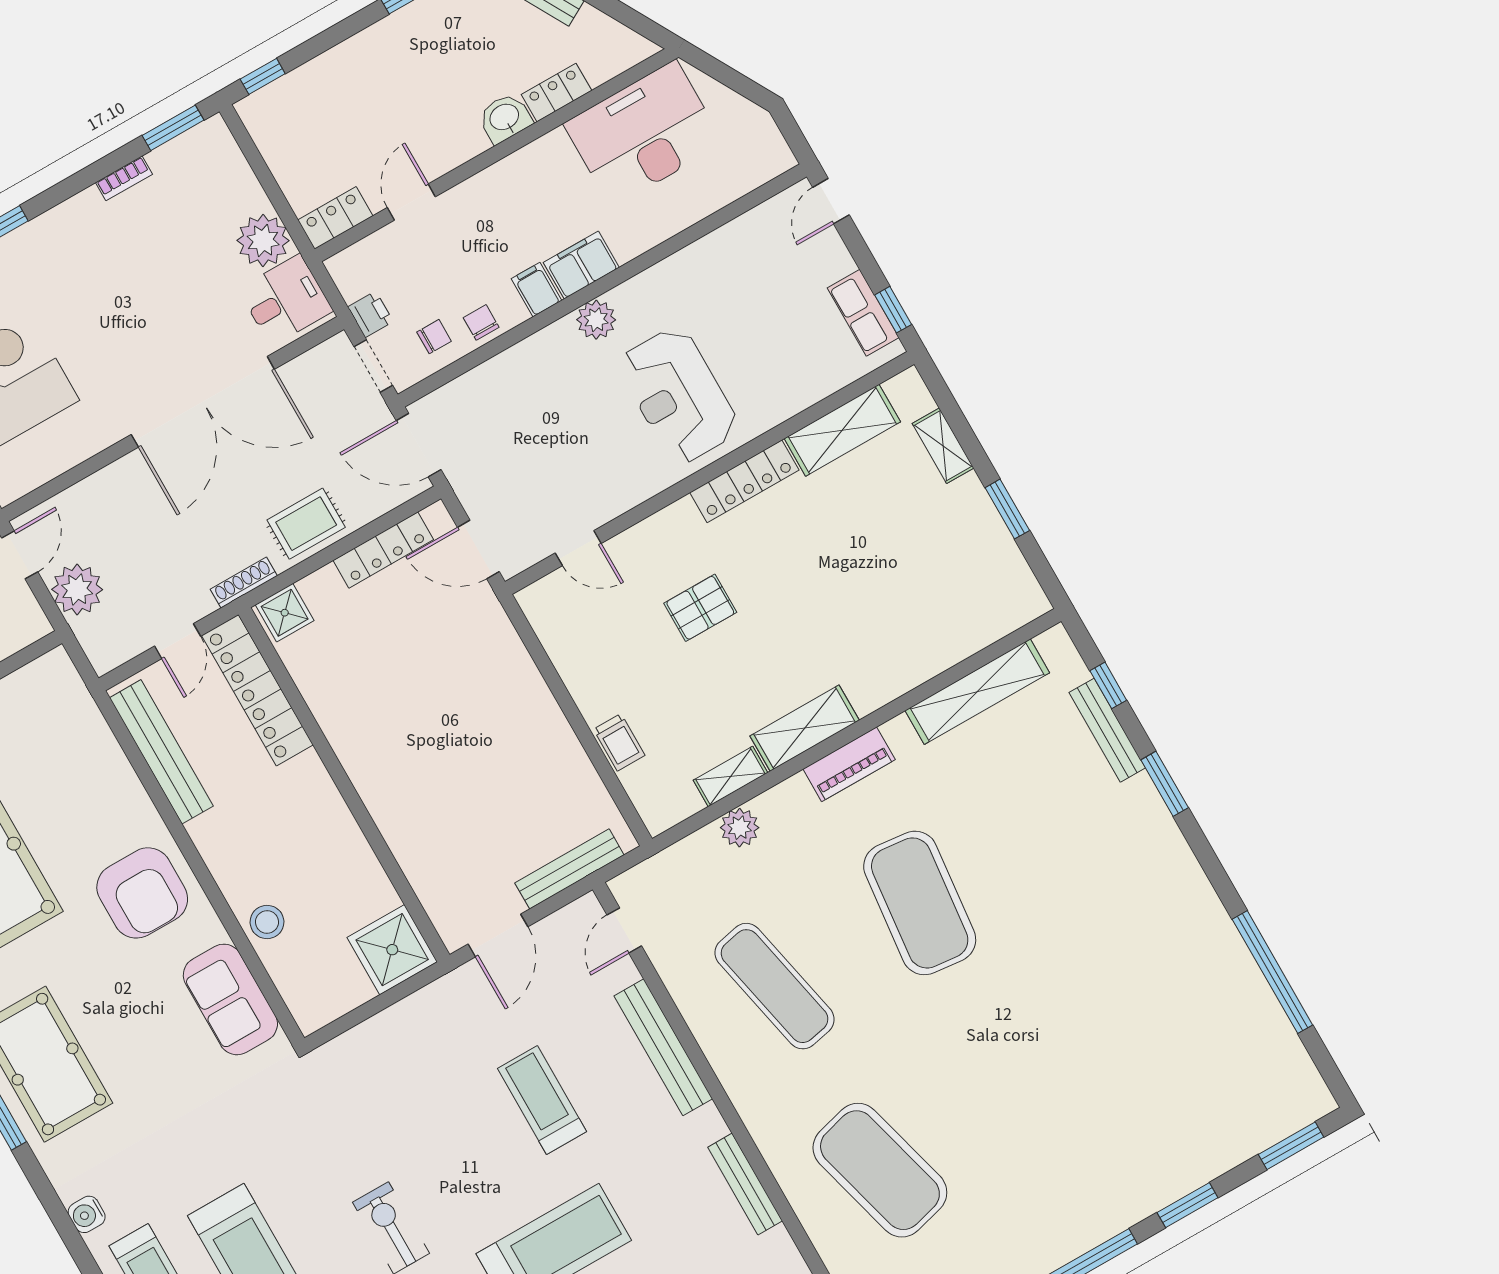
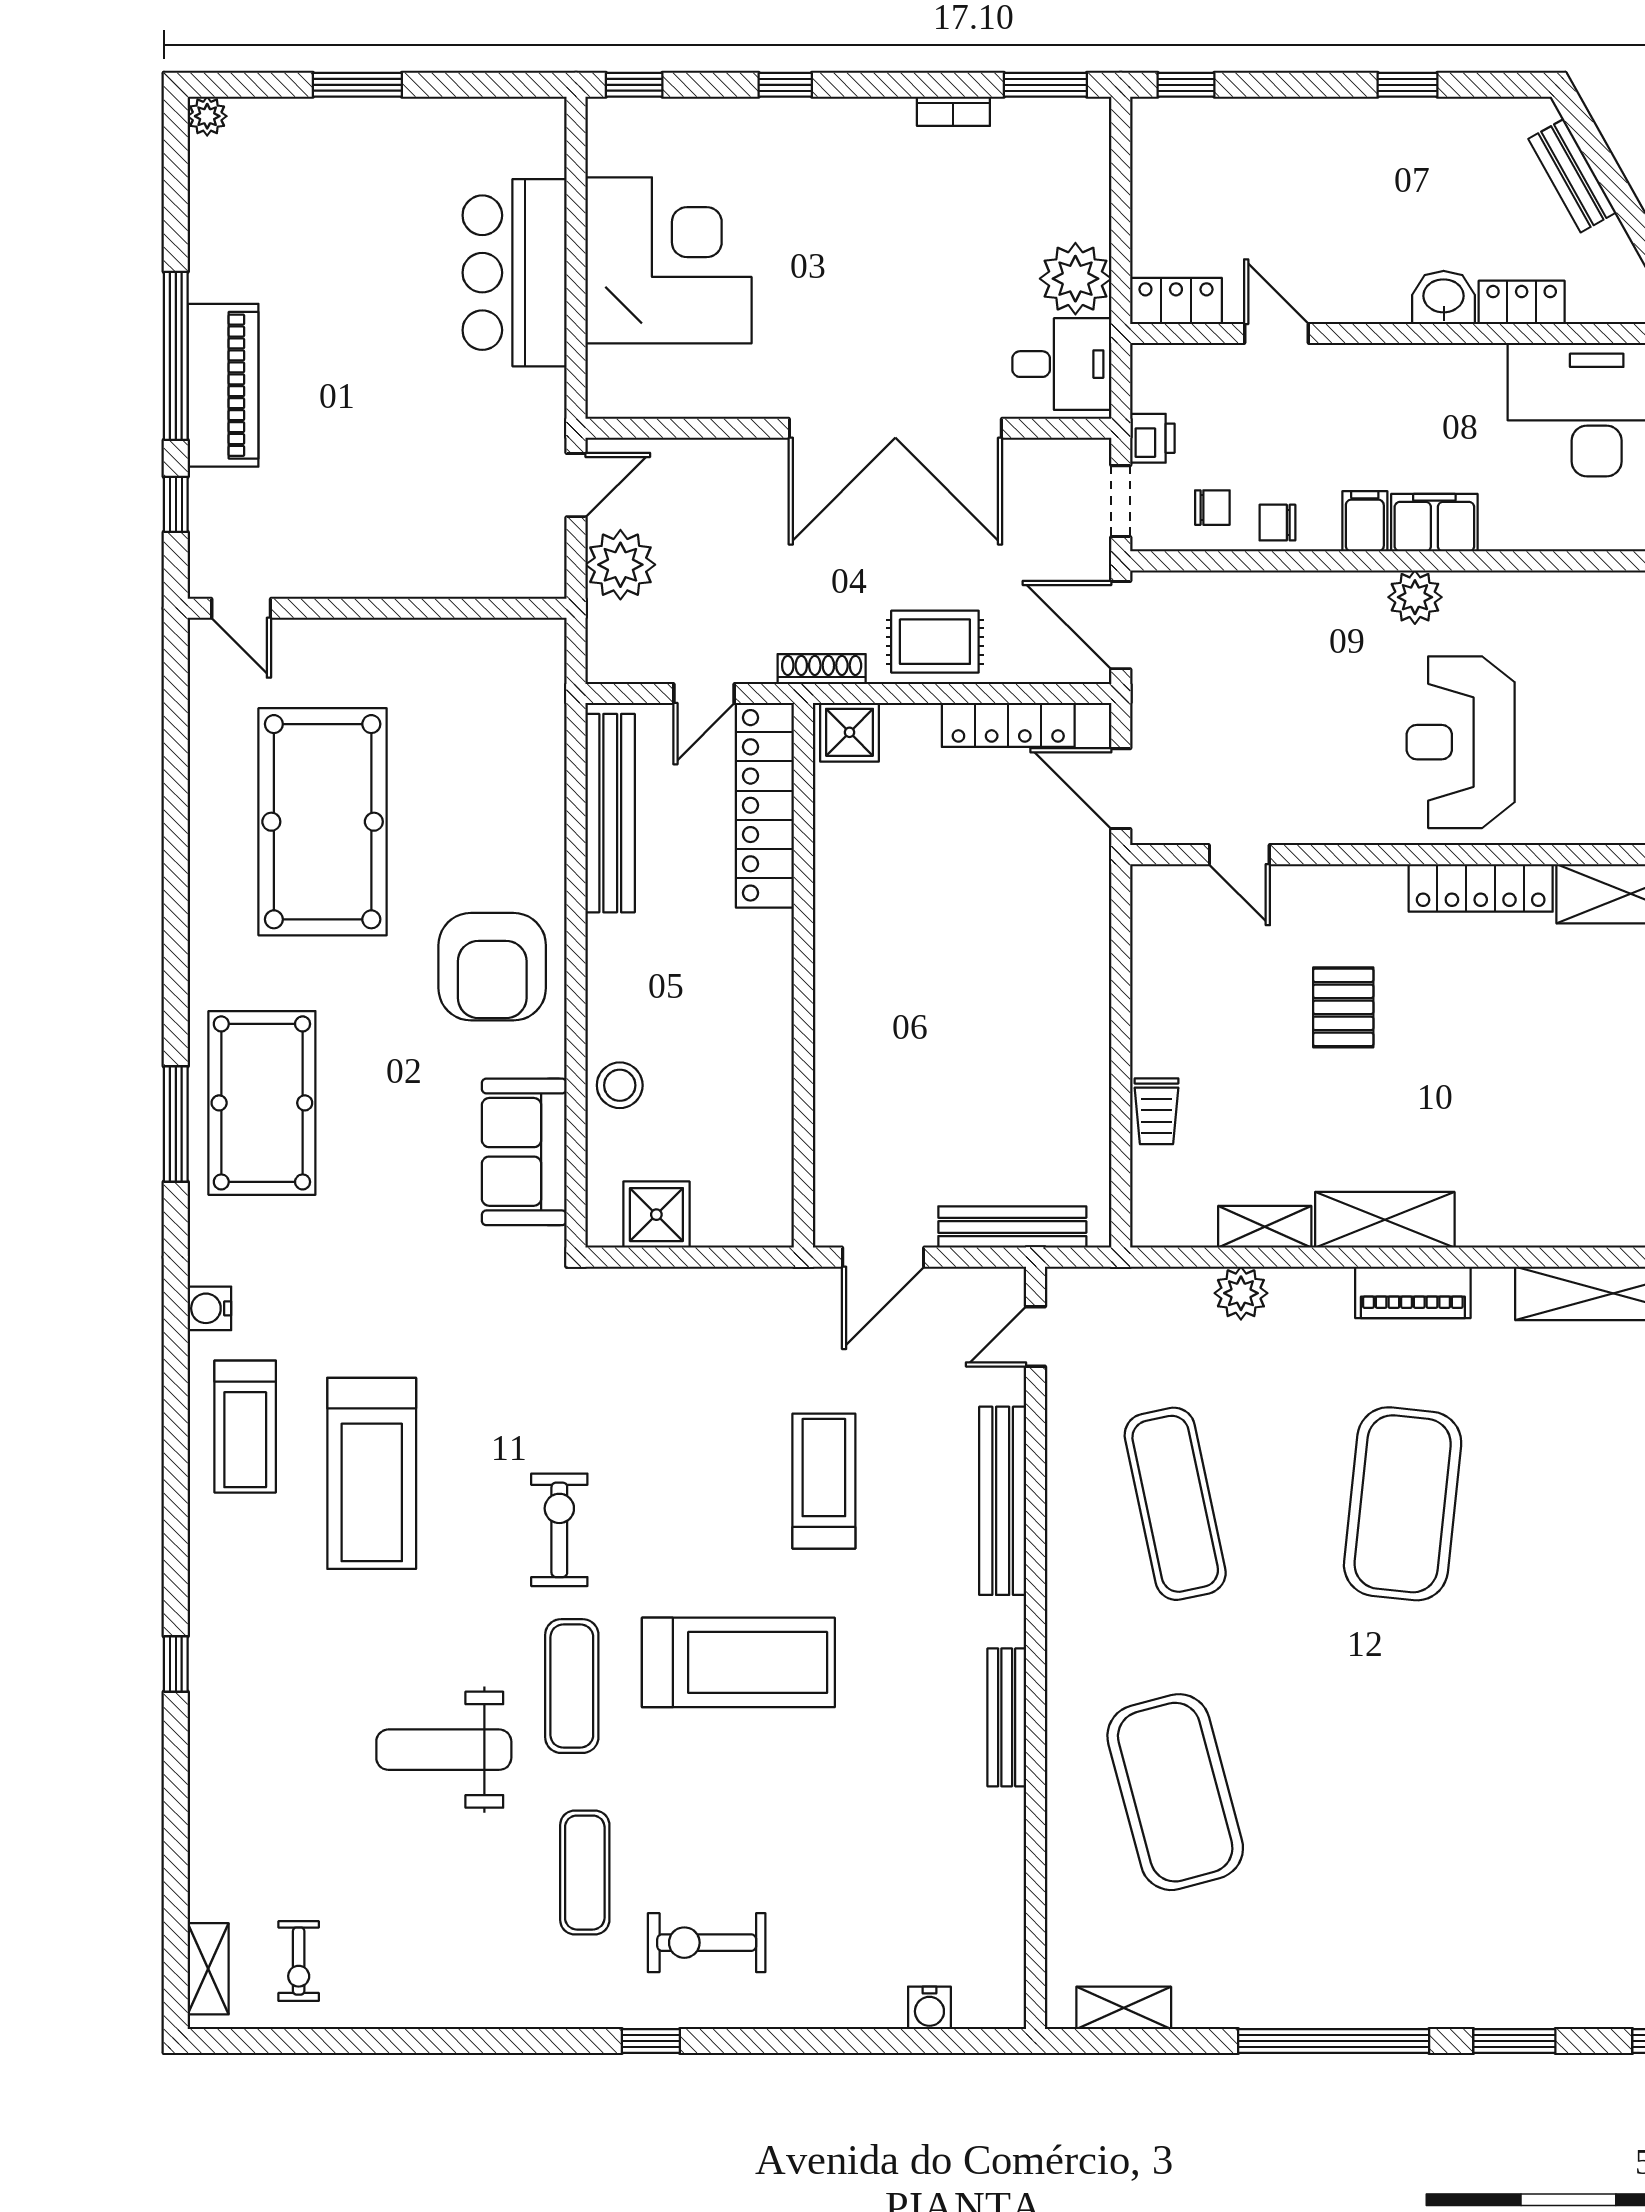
door: (411, 202) -> (1276, 334), hinge flipped
chair: (481, 322) -> (1277, 523), turned -90
pallet: (700, 608) -> (1343, 1007), turned 90
shower: (392, 950) -> (656, 1215), moved, width x0.73, depth x0.73

